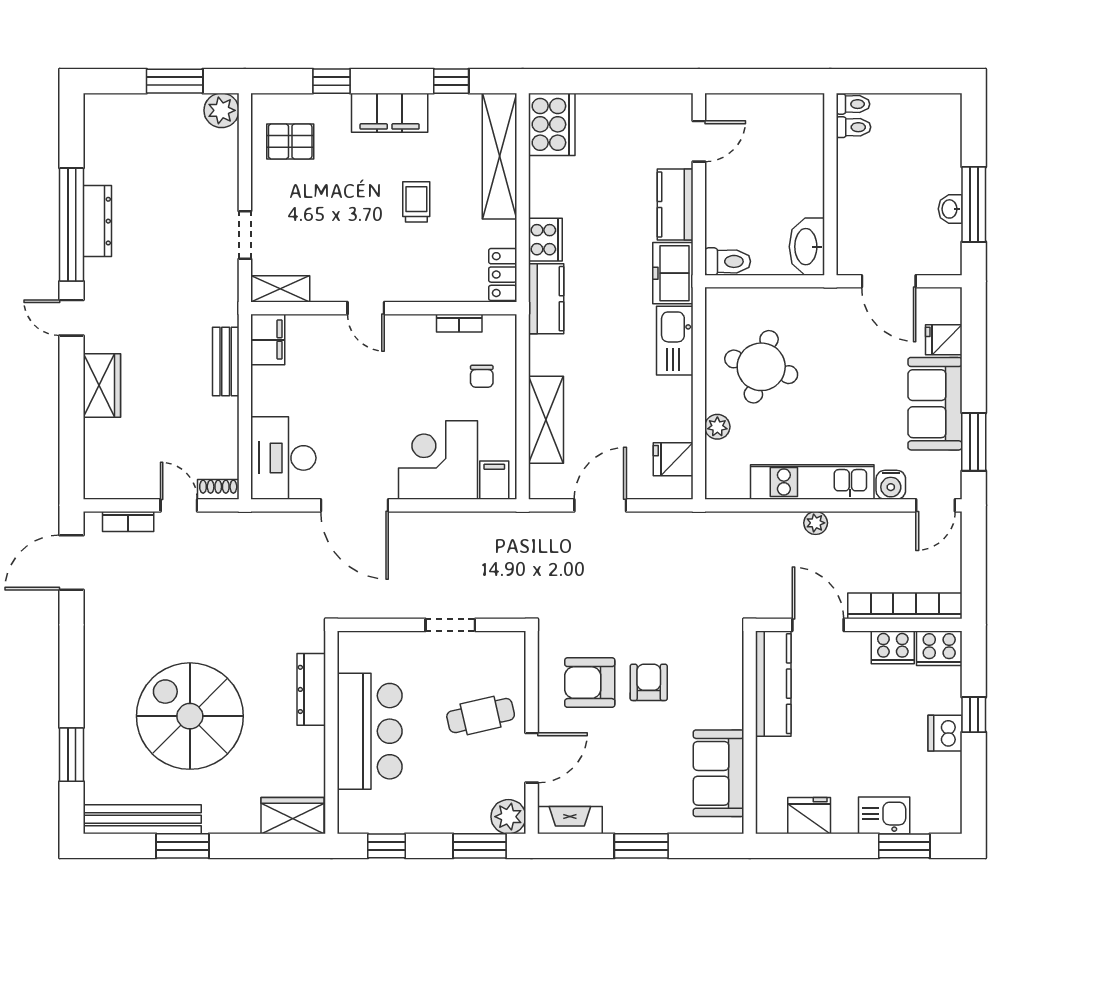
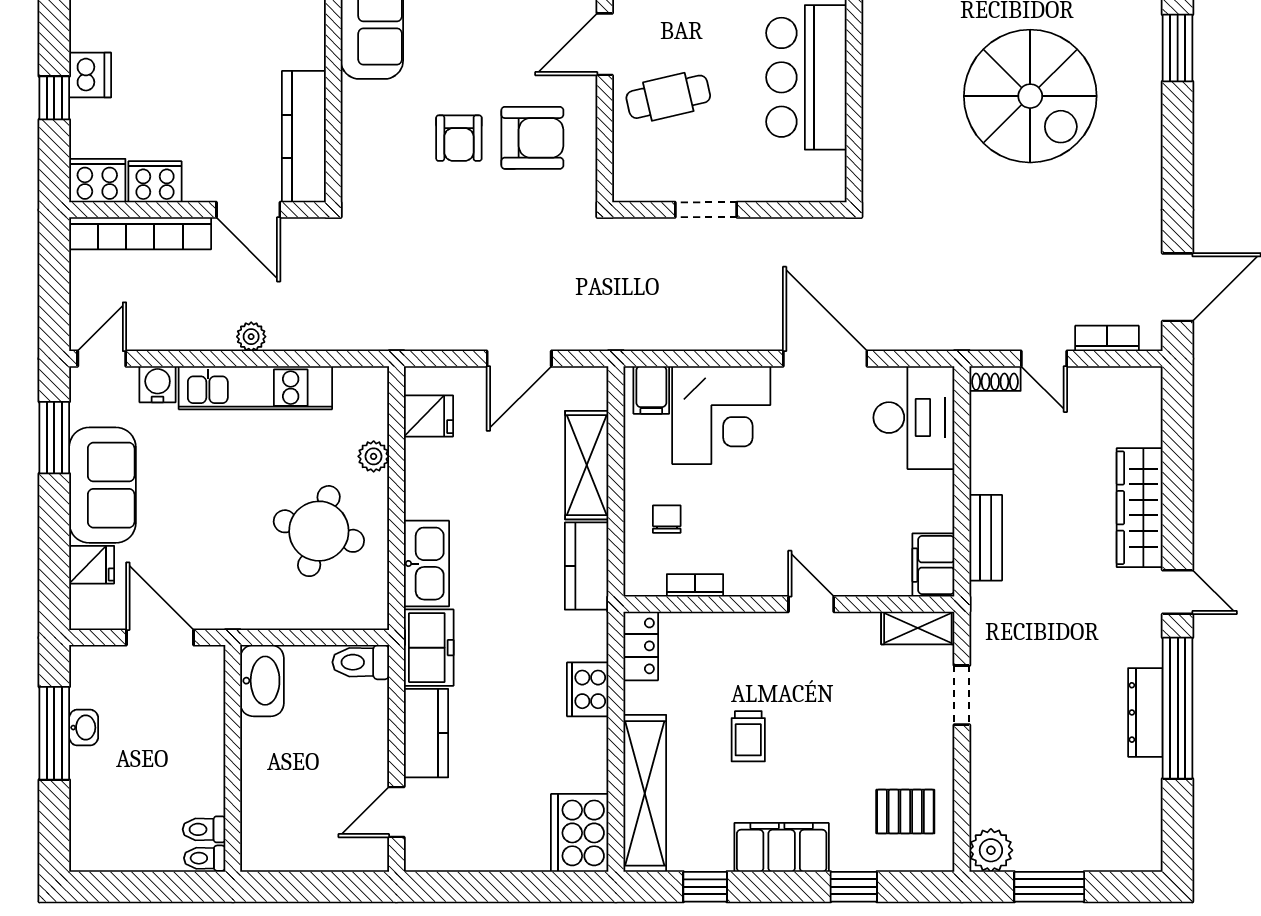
kitchen counter: (546, 299) -> (587, 566), moved
wardrobe: (102, 386) -> (1140, 508), width x1.50
dresser: (311, 689) -> (879, 129), removed

